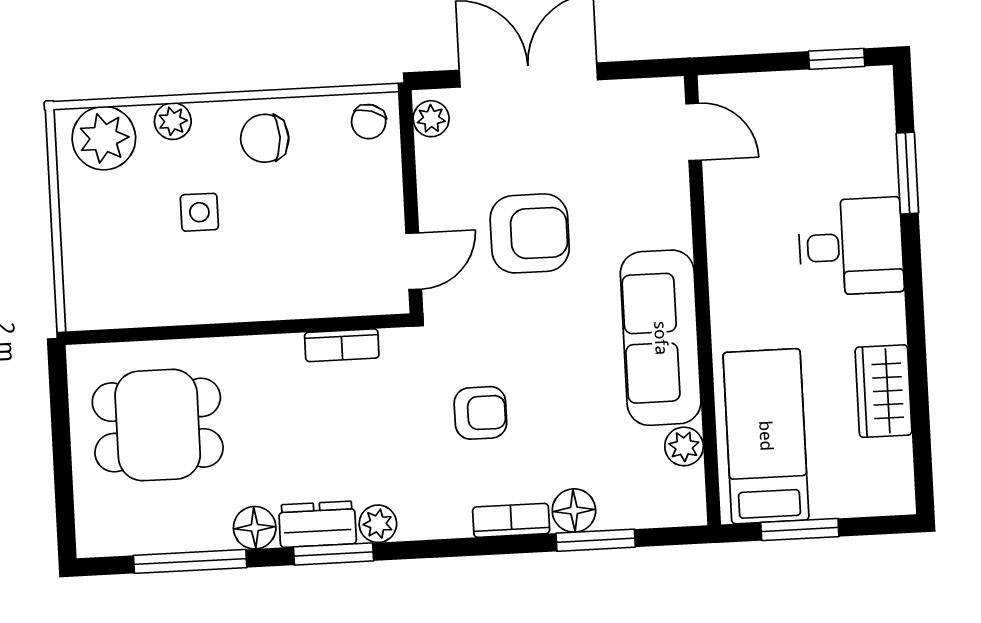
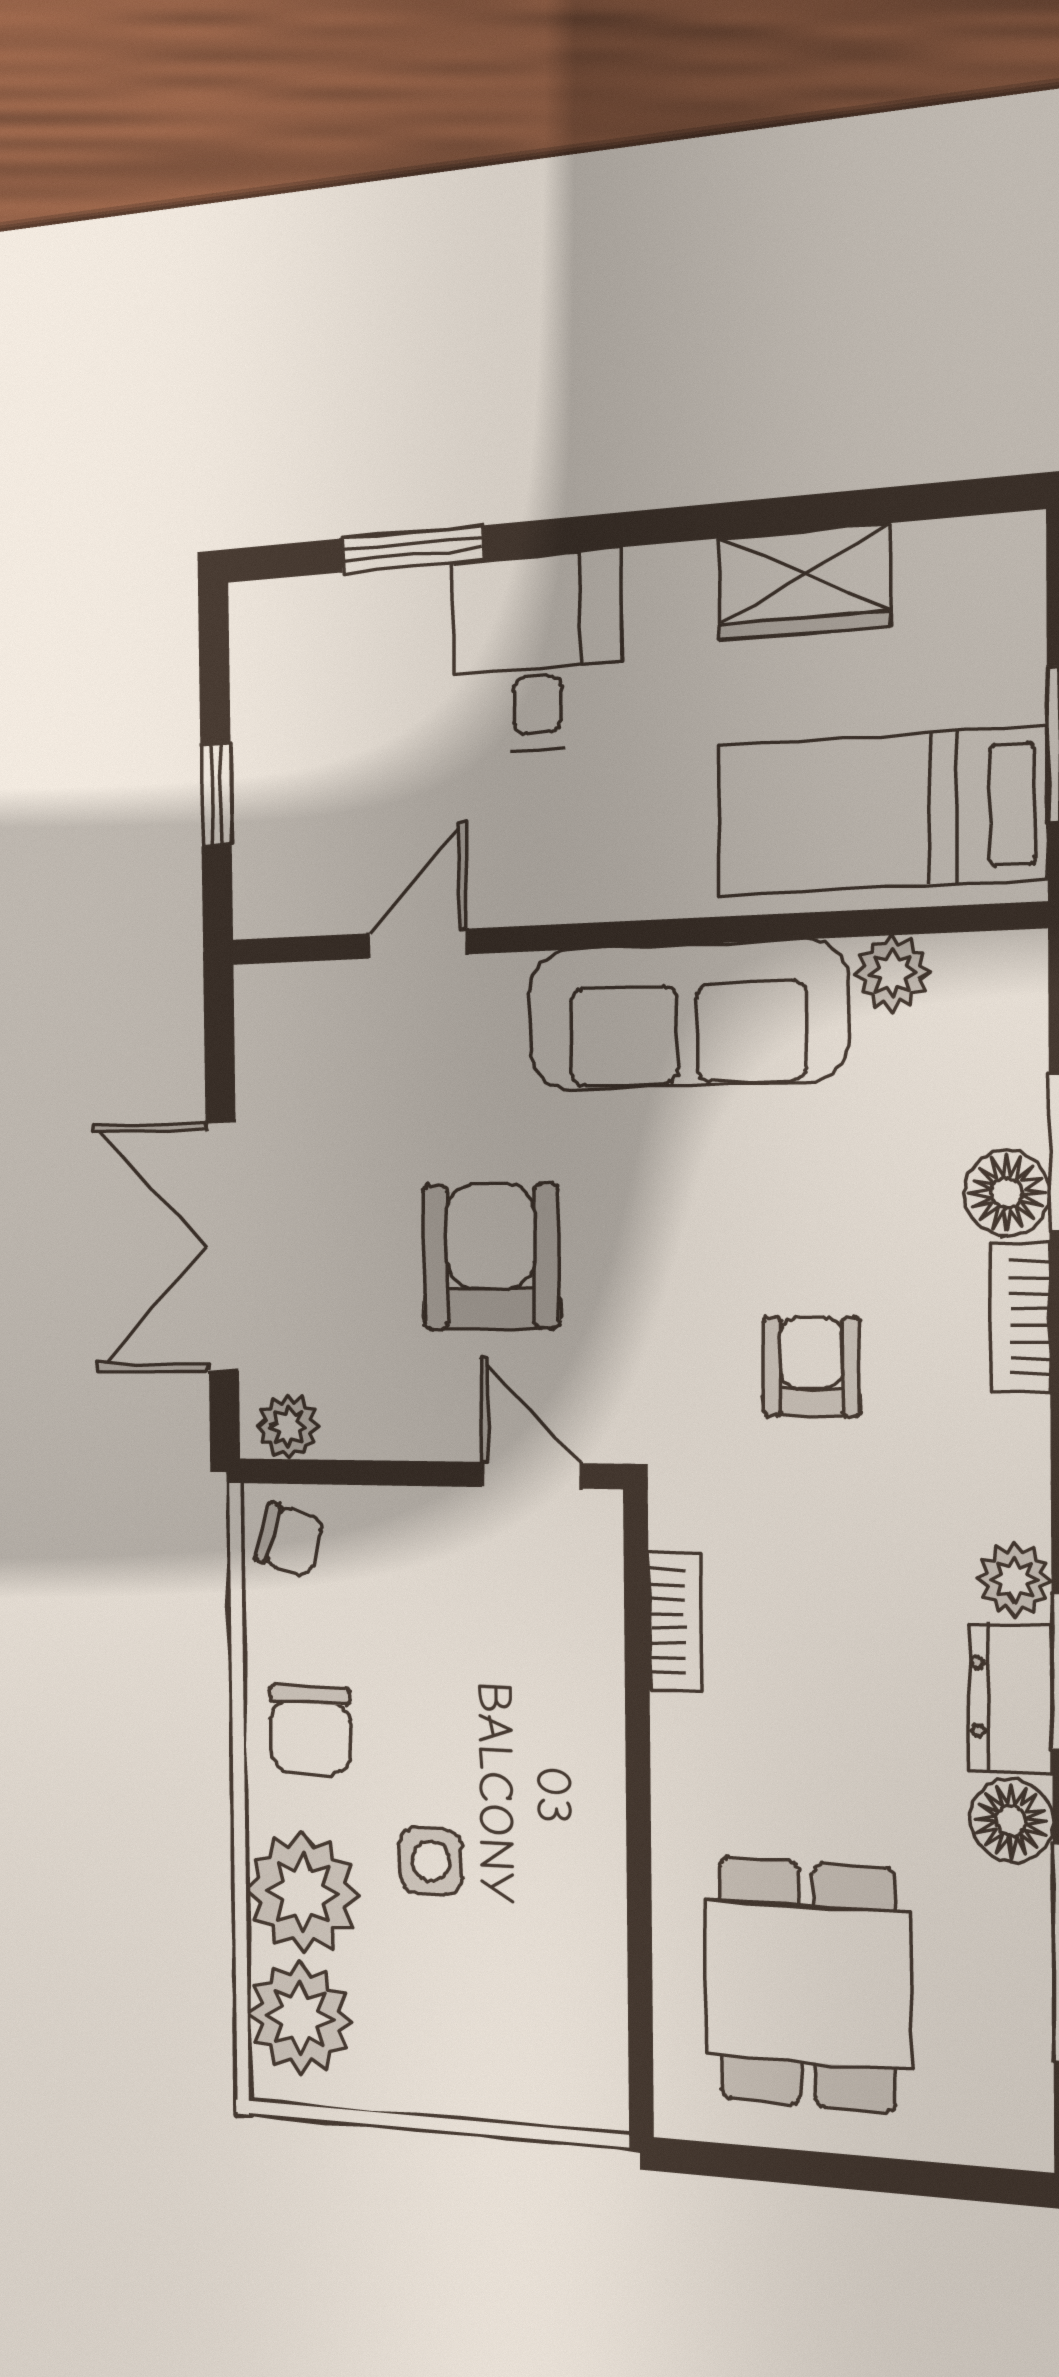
window: (837, 59) -> (216, 795), moved
plant: (173, 121) -> (303, 1893), width x1.88, depth x1.88
door: (694, 132) -> (417, 944), moved

